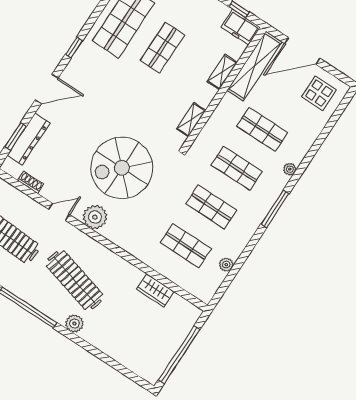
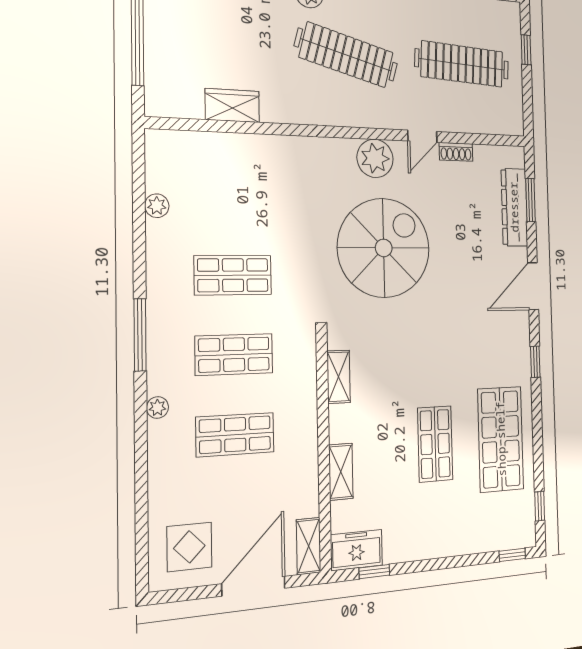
shelving: (254, 66) -> (309, 546), width x0.45, depth x0.75
shoe rack: (31, 182) -> (456, 152), moved
shop shelf: (186, 246) -> (232, 196), removed

